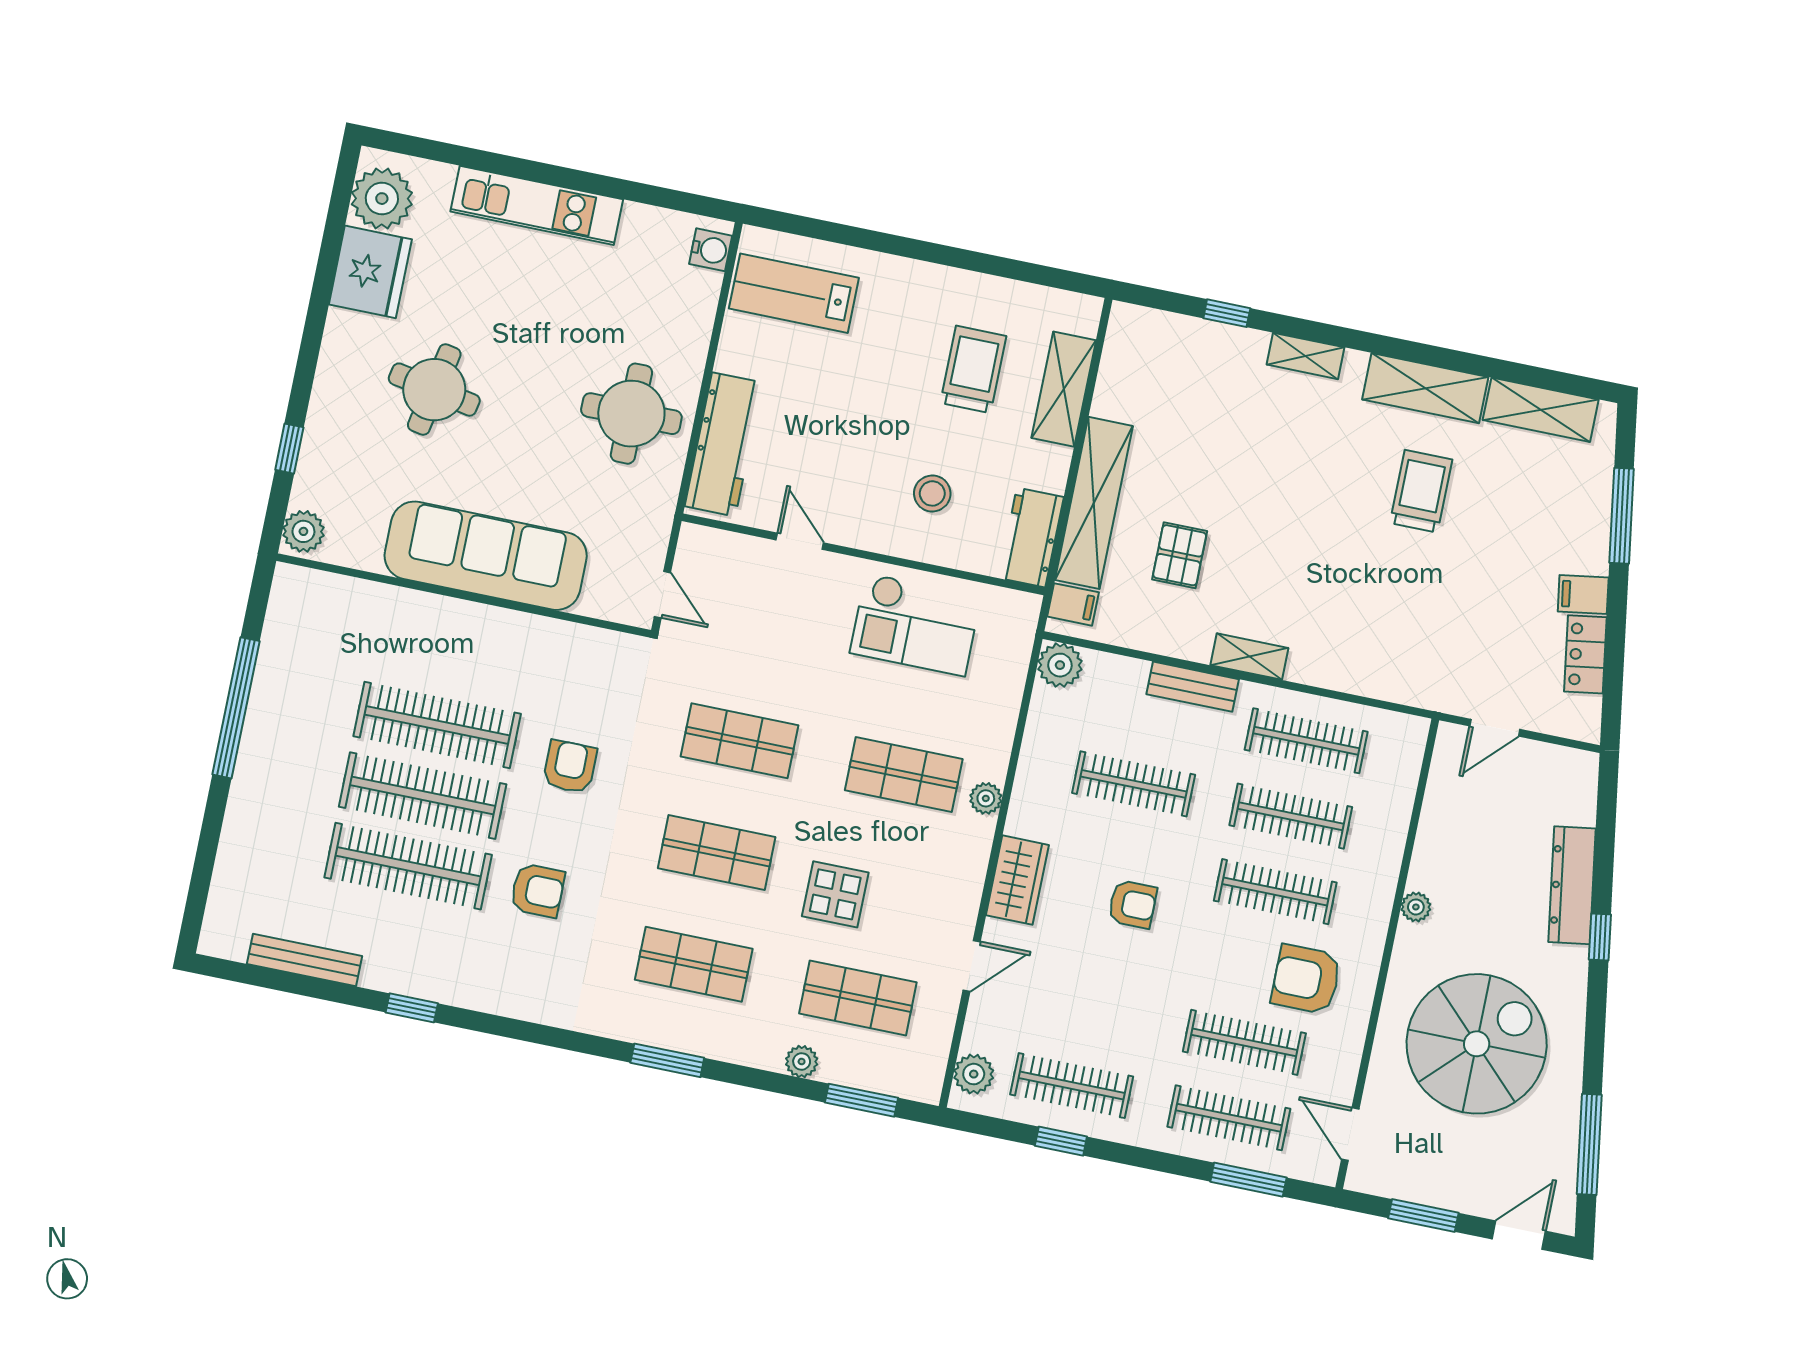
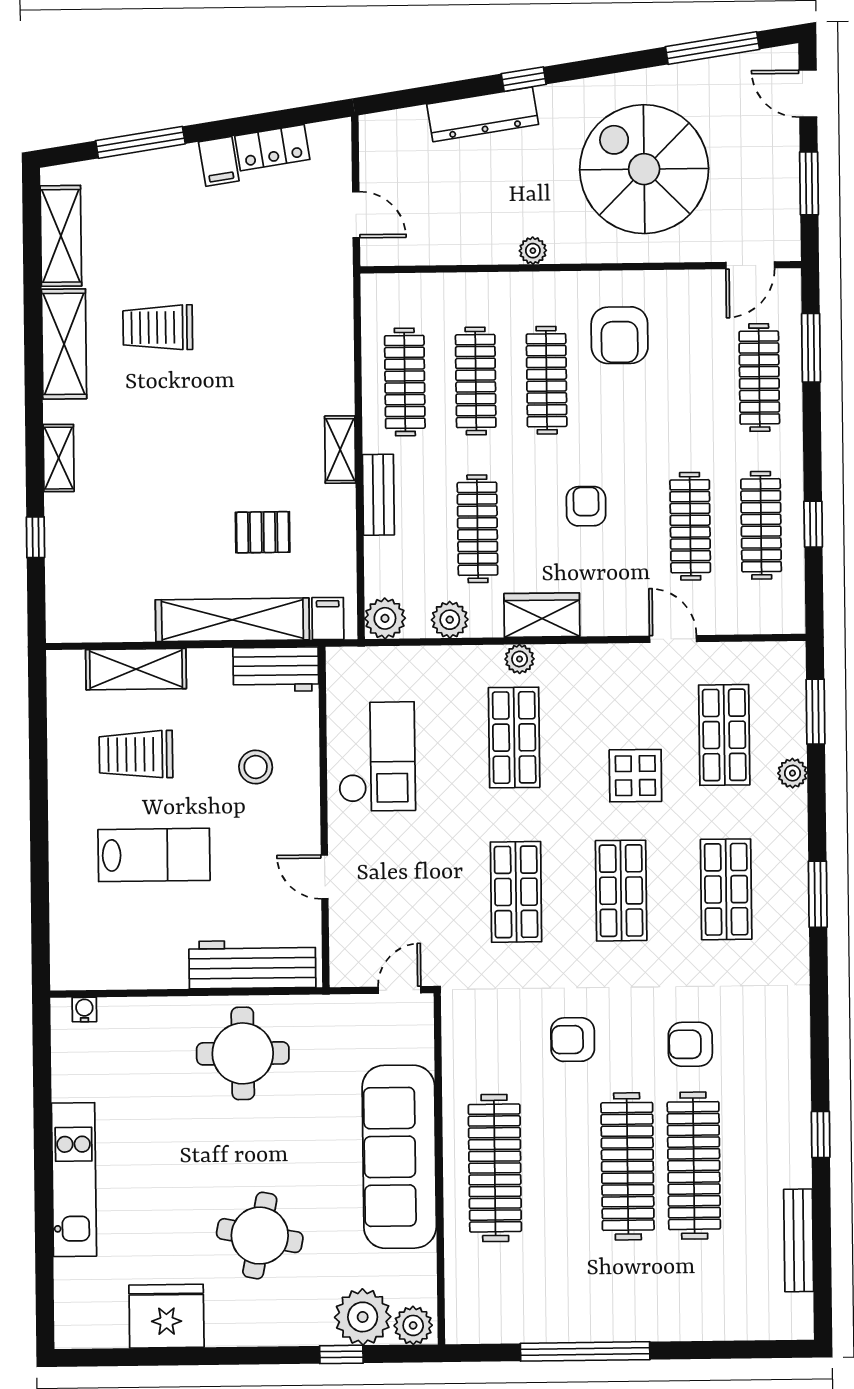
plant: (382, 199) -> (363, 1317), moved
water cooler: (711, 250) -> (84, 1010), width x0.72, depth x0.72
lab bench: (794, 293) -> (154, 855), moved, turned -90
door: (800, 541) -> (325, 877), hinge flipped
clothes rail: (437, 725) -> (495, 1168), moved
wardrobe: (1017, 880) -> (542, 615), moved
armchair: (538, 890) -> (690, 1044), turned -90
clothes rail: (1244, 1042) -> (690, 526), moved
plant: (974, 1074) -> (450, 620), moved

